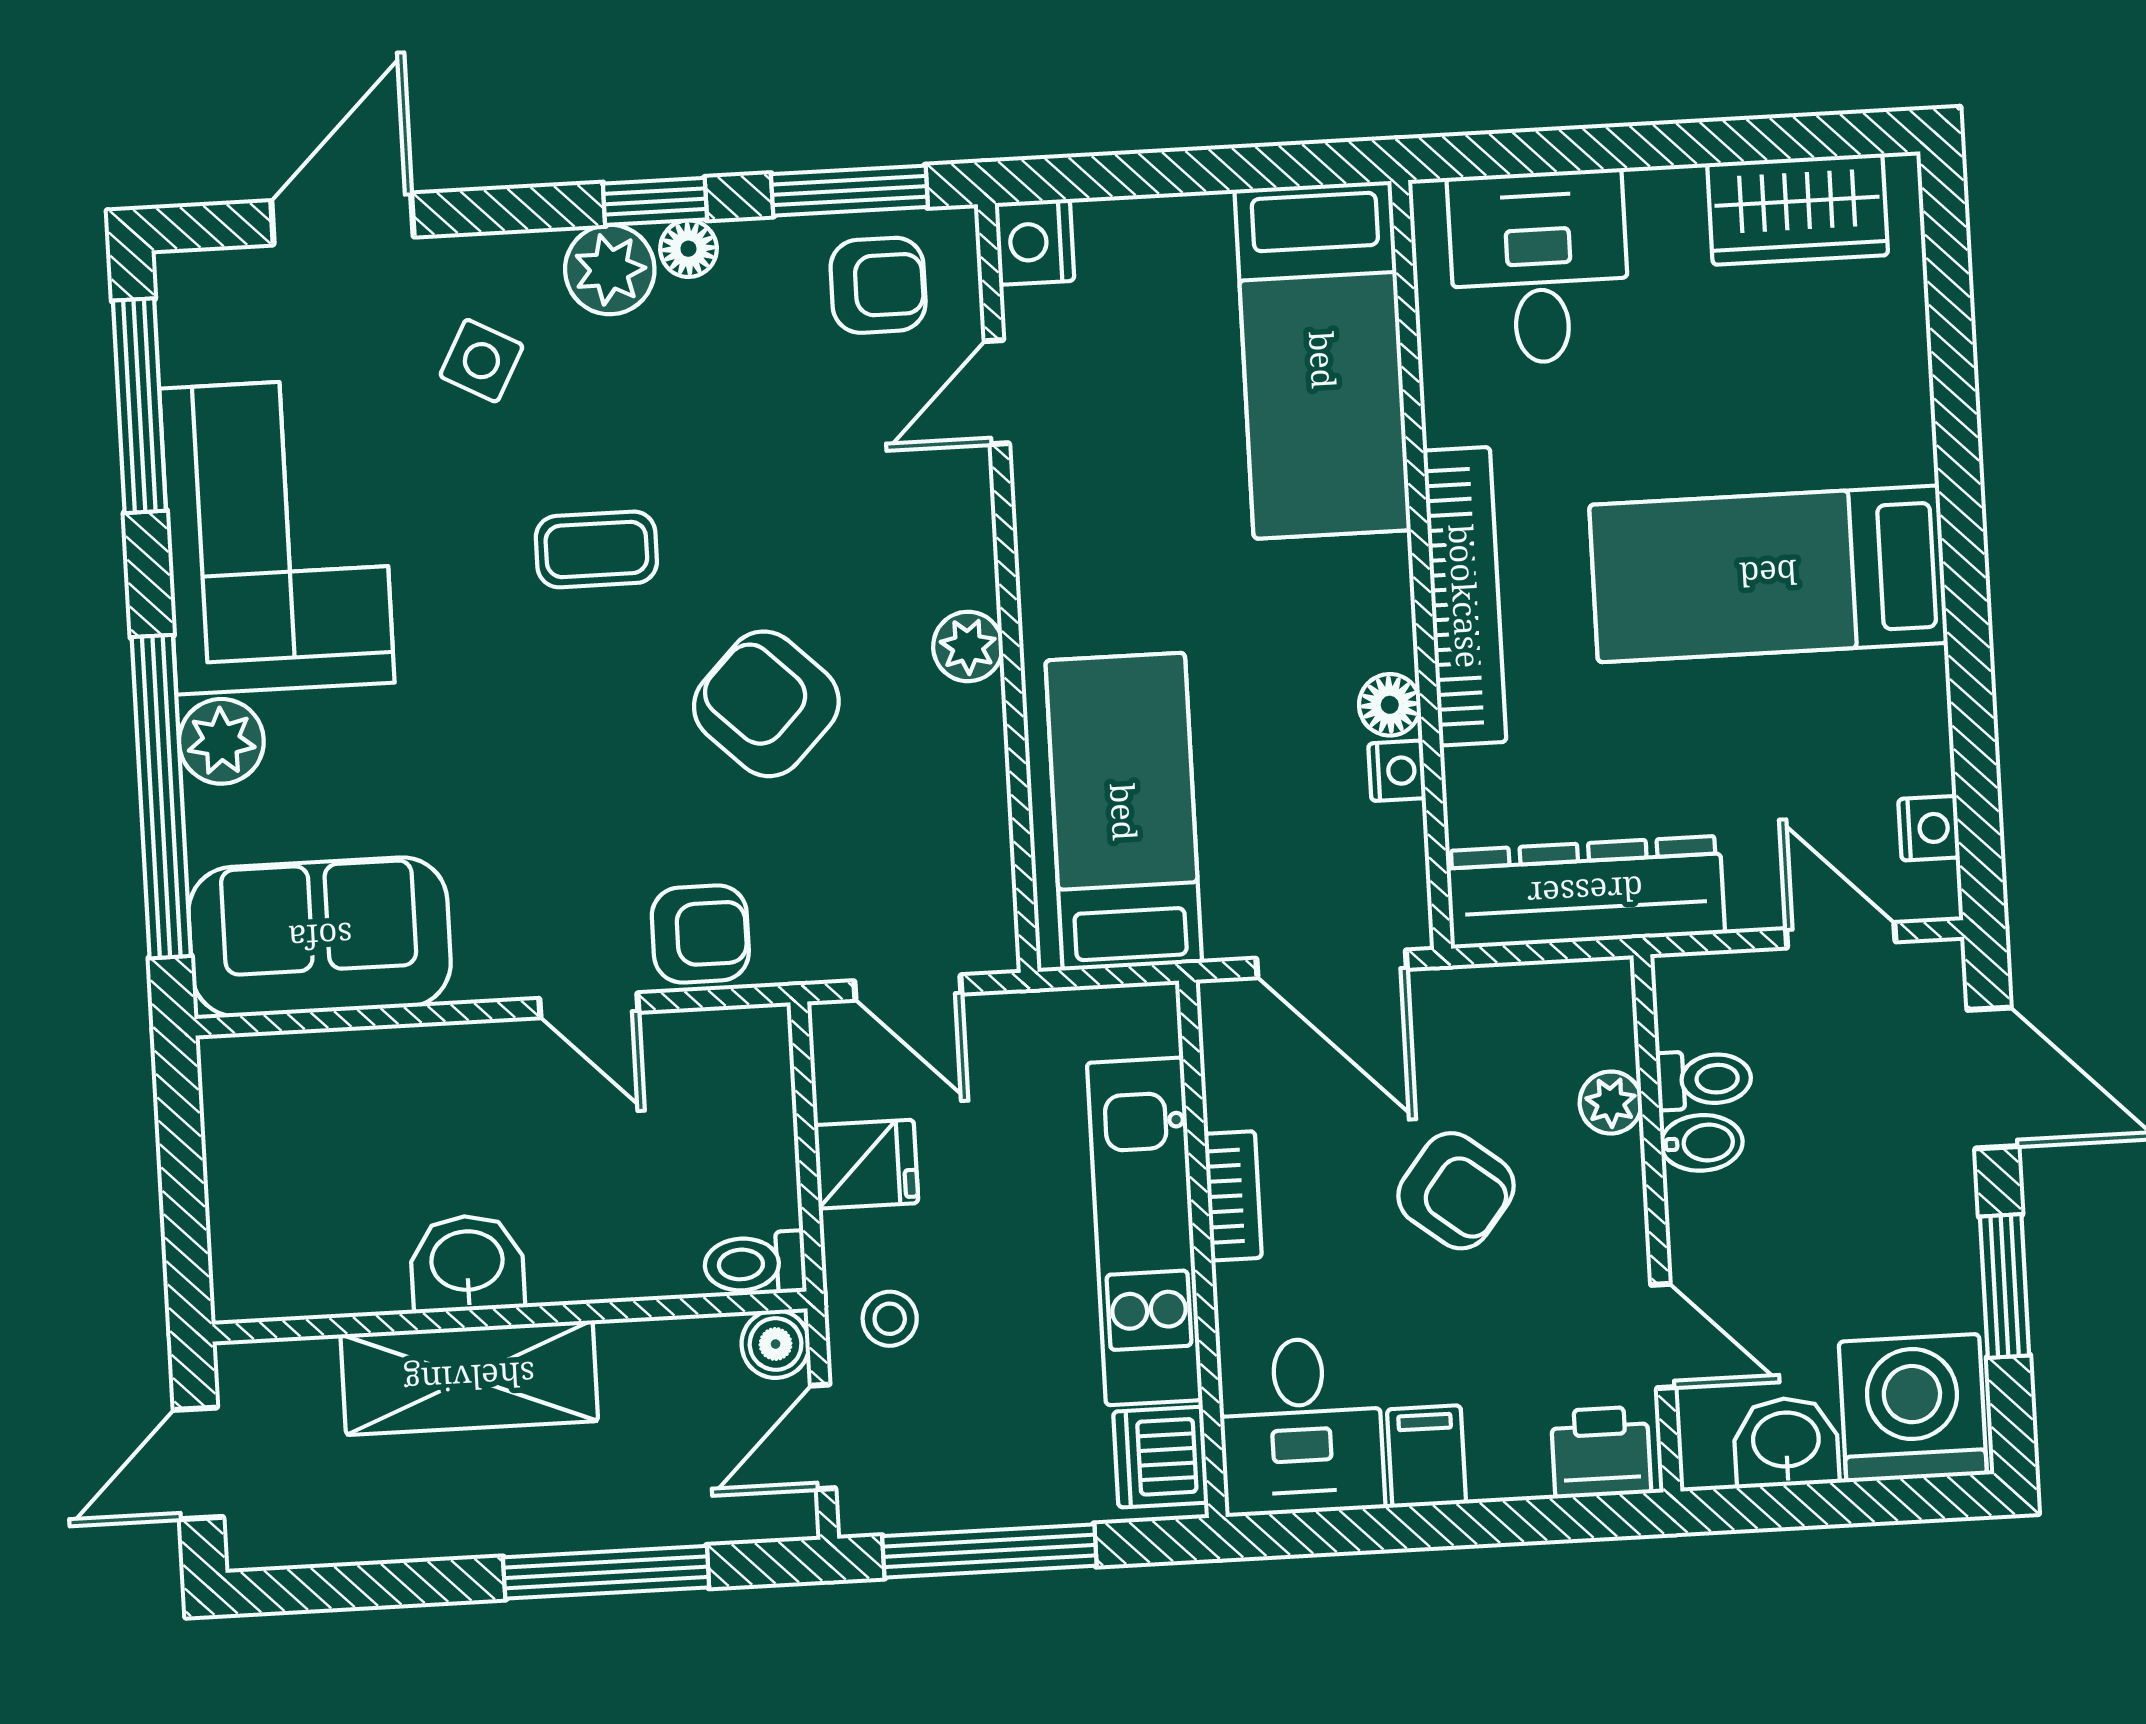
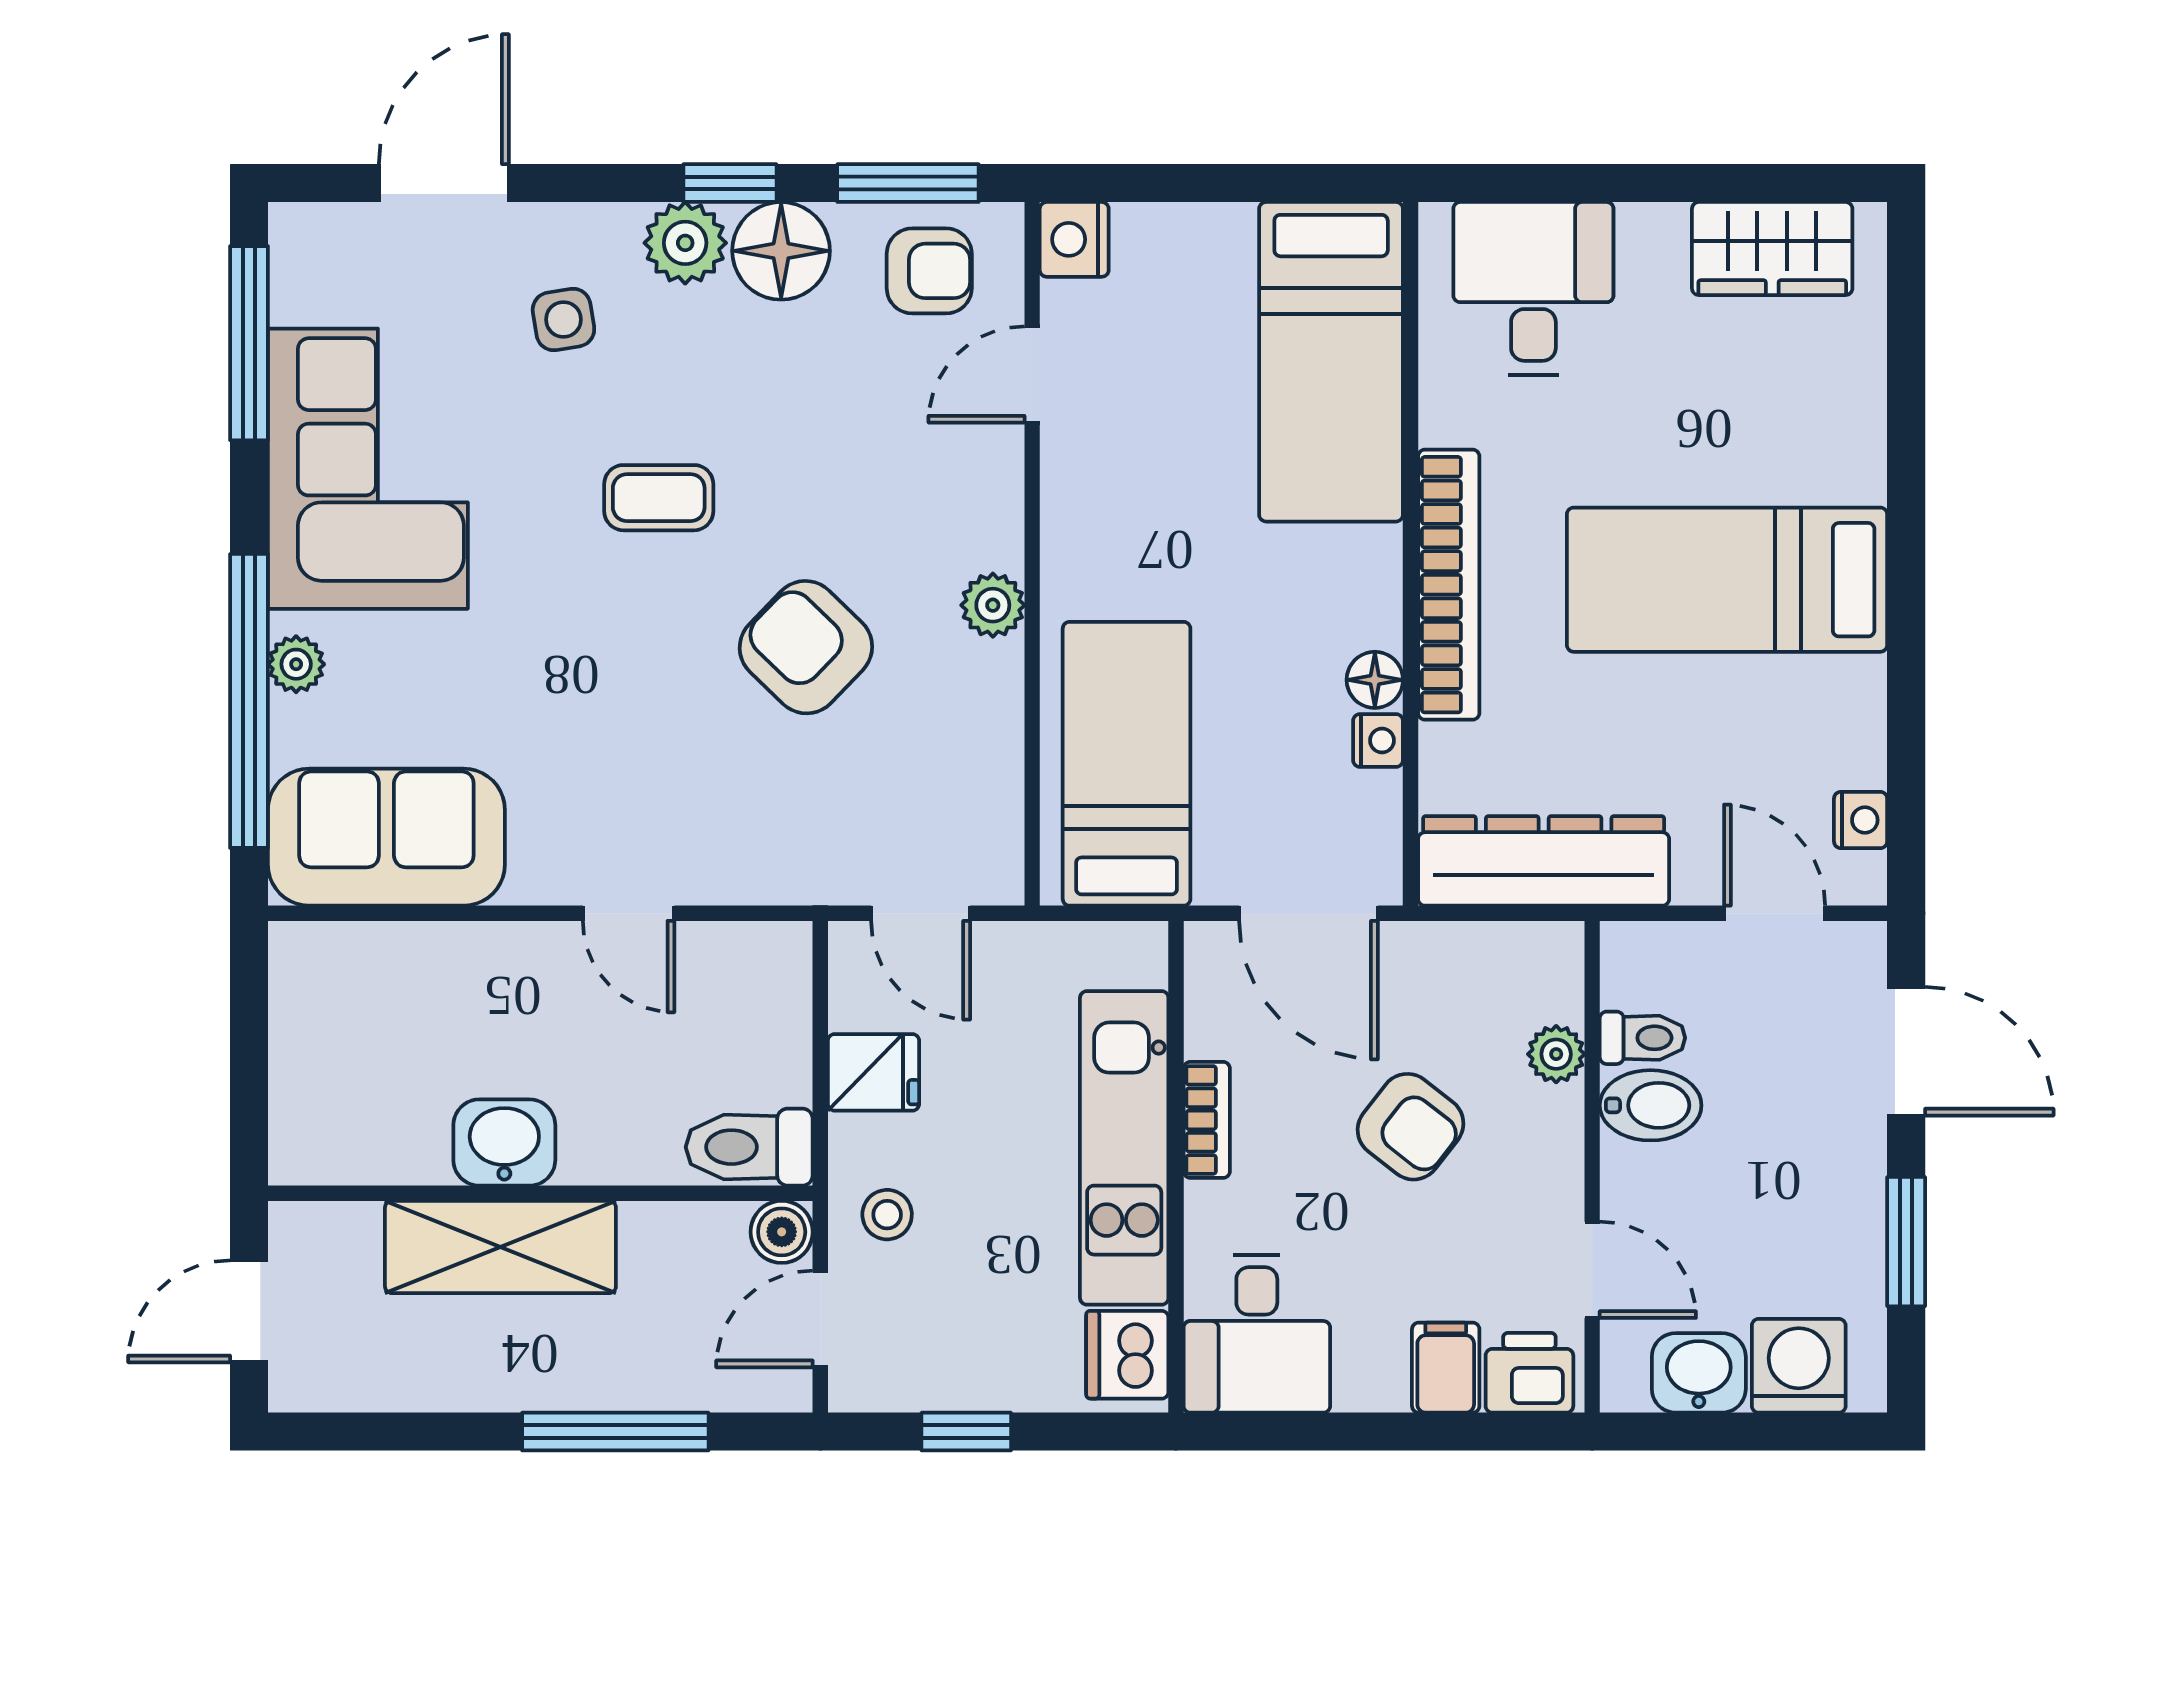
floor lamp: (688, 249) -> (781, 251), width x1.89, depth x1.89
side table: (481, 361) -> (563, 319), turned -37
plant: (221, 741) -> (296, 664), width x0.73, depth x0.73
armchair: (700, 934) -> (734, 854), removed
bidet: (1702, 1143) -> (1651, 1105), width x1.38, depth x1.36
toilet: (755, 1264) -> (749, 1147), width x1.37, depth x1.39
washing machine: (1913, 1408) -> (1799, 1366), width x0.73, depth x0.73
filing cabinet: (1426, 1456) -> (1446, 1368), moved
window: (989, 1551) -> (966, 1432), width x0.46

